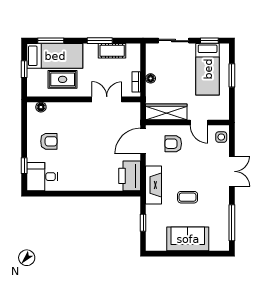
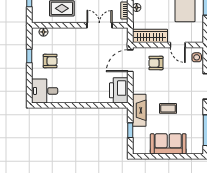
window: (24, 166) -> (29, 56), moved
fireplace: (154, 185) -> (139, 110), moved

